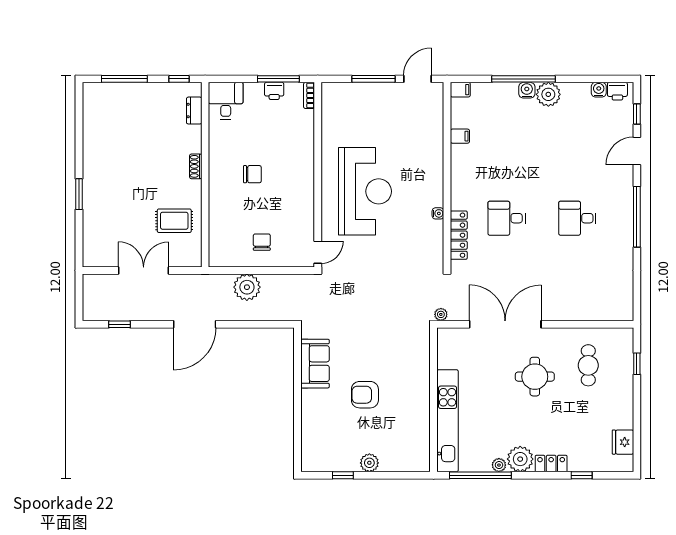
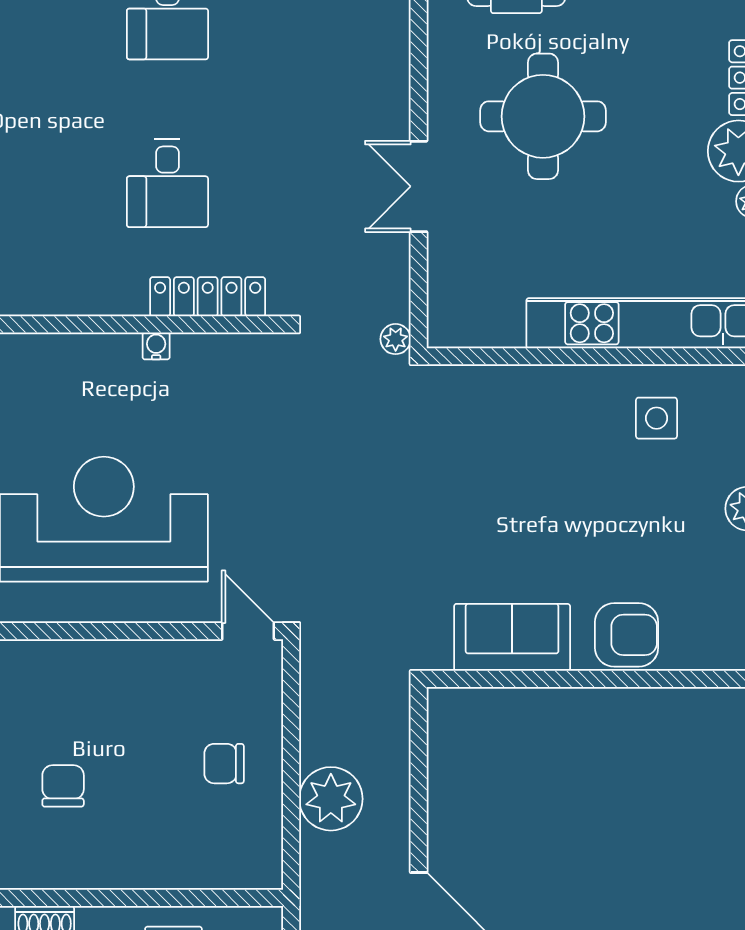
double door: (505, 324) -> (419, 186), width x0.54
round table: (535, 377) -> (543, 116), width x1.36, depth x1.36
armchair: (365, 395) -> (627, 635), moved, turned -90
side table: (408, 425) -> (657, 418), added

